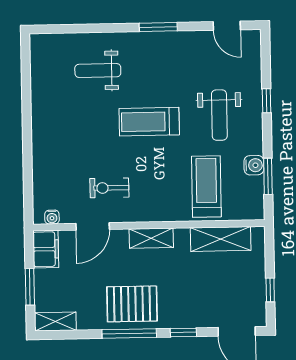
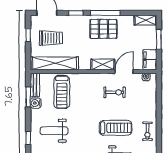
weight bench: (219, 115) -> (54, 131), turned -90
exercise bike: (48, 117) -> (148, 131), added
treadmill: (149, 122) -> (116, 128), moved
bench: (256, 198) -> (35, 85), added
shelving: (151, 238) -> (103, 64), moved
shelving: (221, 239) -> (55, 63), width x1.47
trolley: (228, 285) -> (51, 38), added

